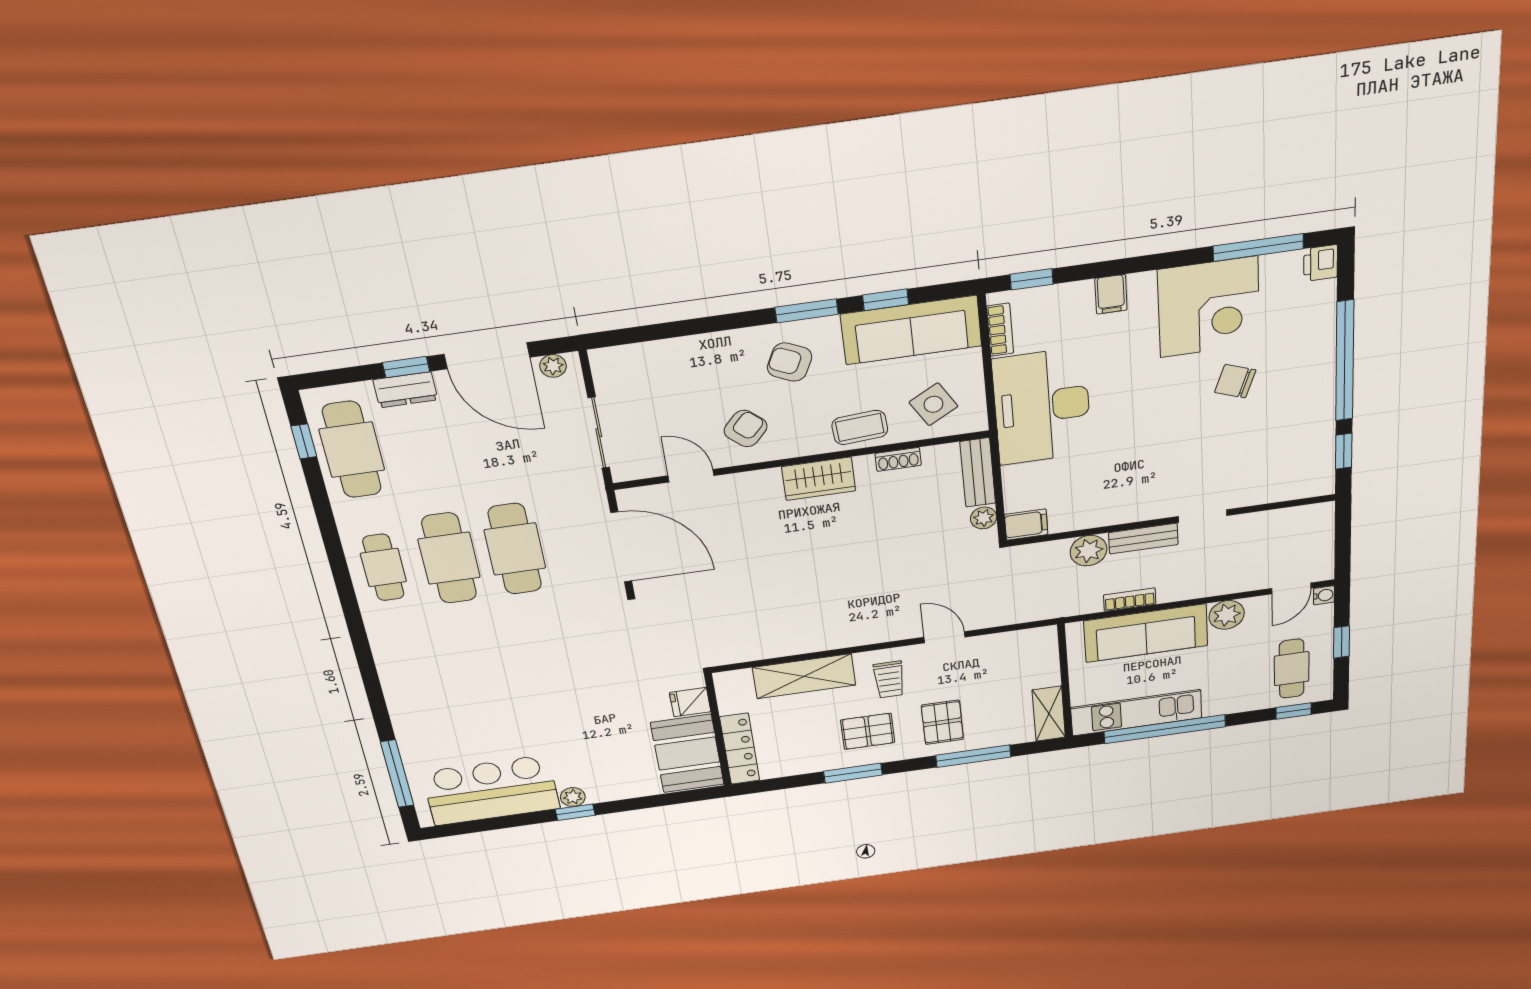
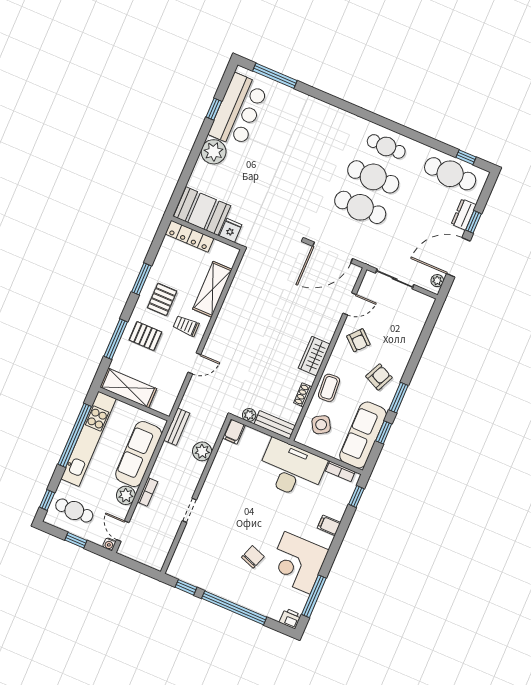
bench: (1143, 539) -> (177, 427), moved
bookcase: (1130, 600) -> (148, 492), moved
kitchen unit: (1136, 713) -> (88, 439), width x1.36
shelving: (1049, 714) -> (128, 388), width x1.50, depth x1.33
plant: (573, 797) -> (214, 152), width x1.88, depth x1.88
window: (575, 812) -> (214, 109), moved

